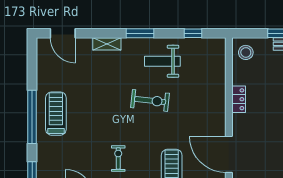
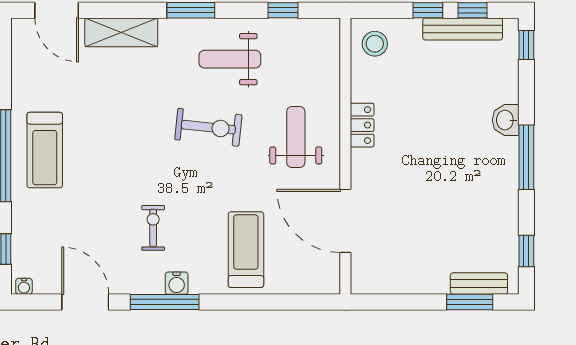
shelving: (107, 44) -> (121, 32), width x1.50, depth x1.33
weight bench: (200, 106) -> (296, 137), added
treadmill: (56, 114) -> (45, 150), turned 180

